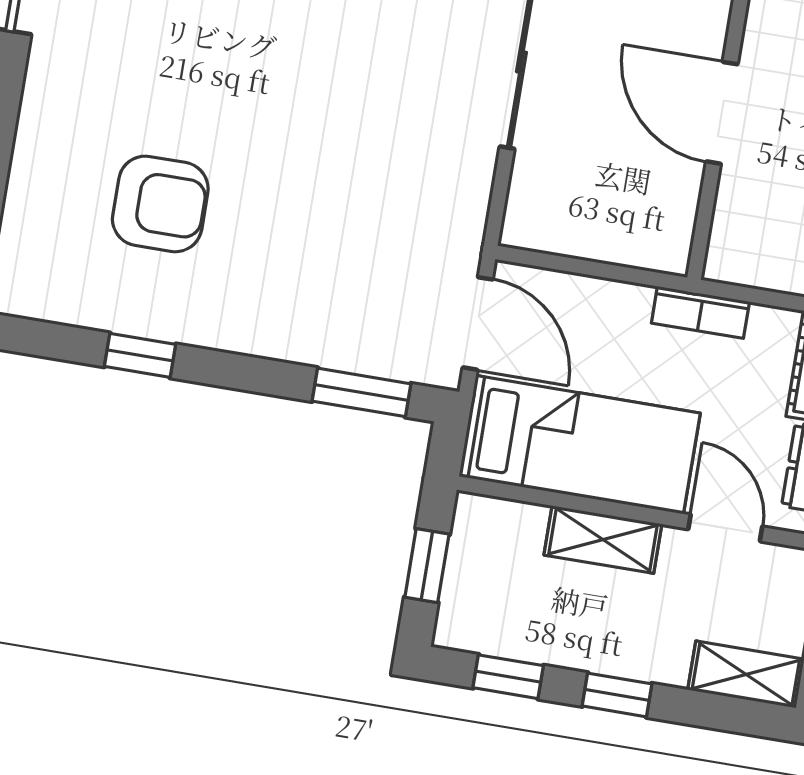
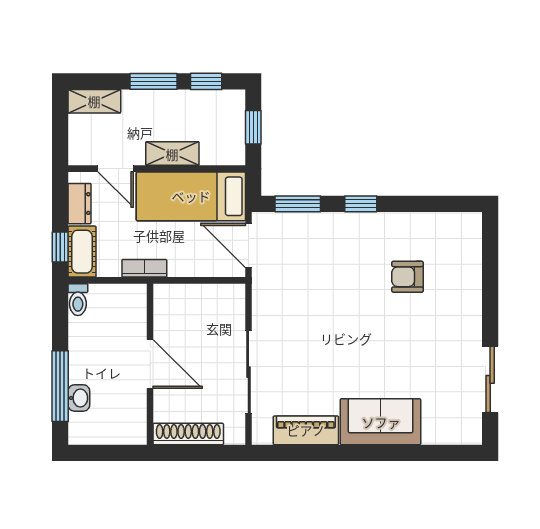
armchair: (160, 204) -> (407, 277), width x0.72, depth x0.72
window: (140, 355) -> (361, 204), moved
window: (617, 695) -> (153, 81), width x1.50

